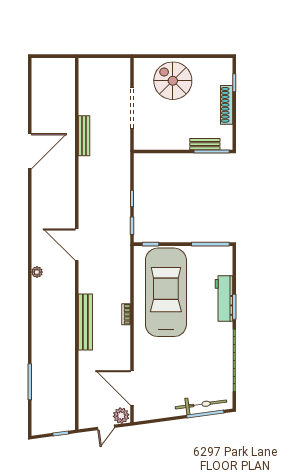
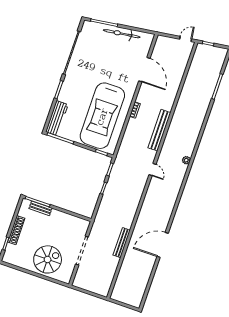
spiral stairs: (173, 81) -> (48, 259), turned -90
door: (77, 245) -> (152, 170), width x0.53
workbench: (224, 299) -> (57, 118), moved
bench: (85, 322) -> (159, 130), moved
door: (132, 388) -> (144, 70), moved
bicycle: (201, 404) -> (122, 34), moved
plant: (121, 416) -> (162, 42), removed
door: (106, 427) -> (186, 39), moved

